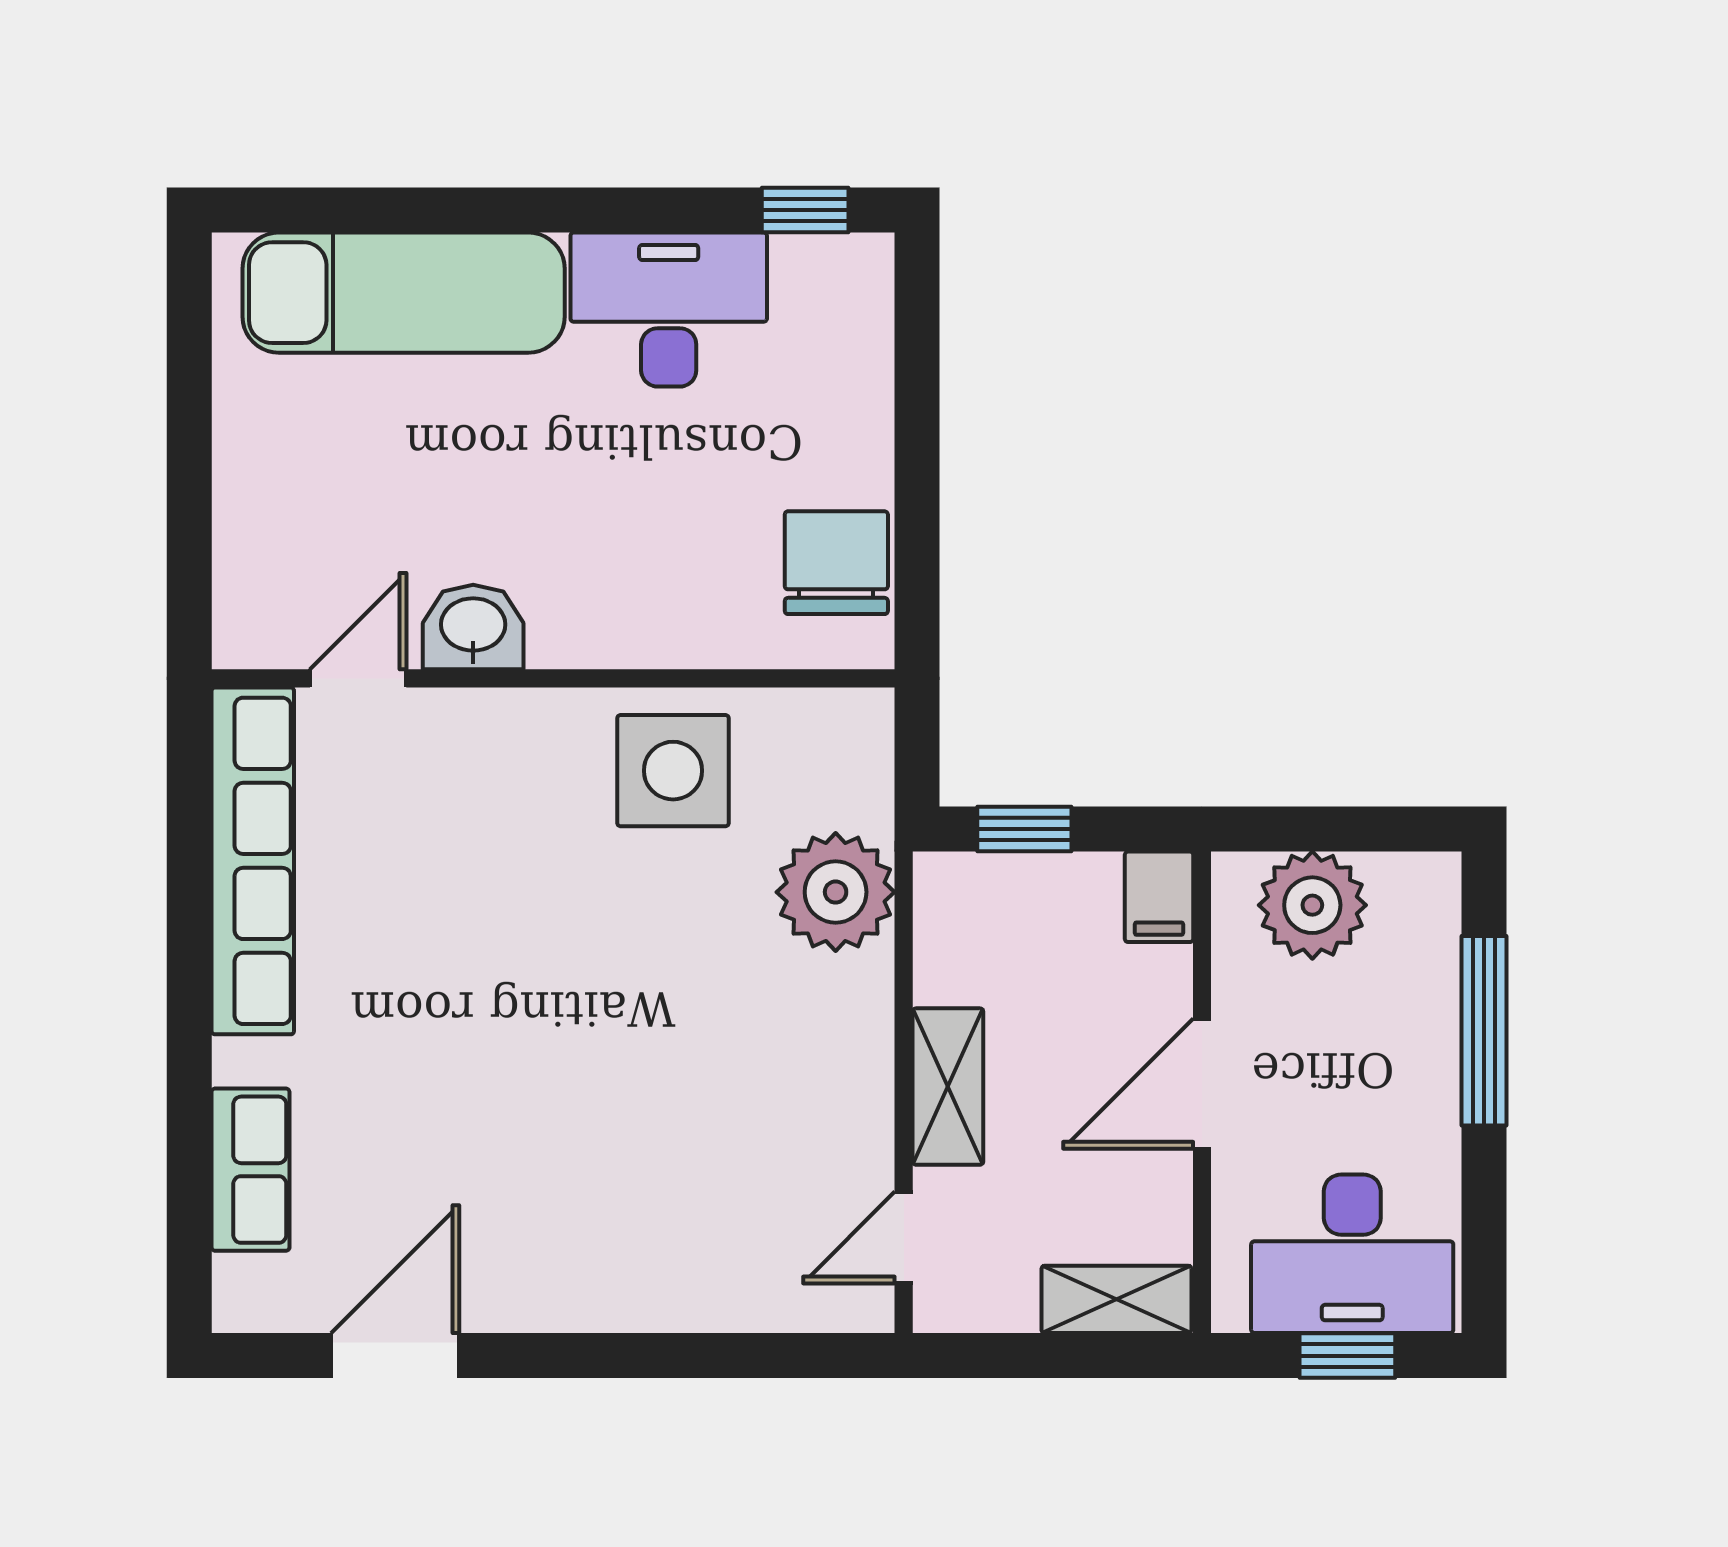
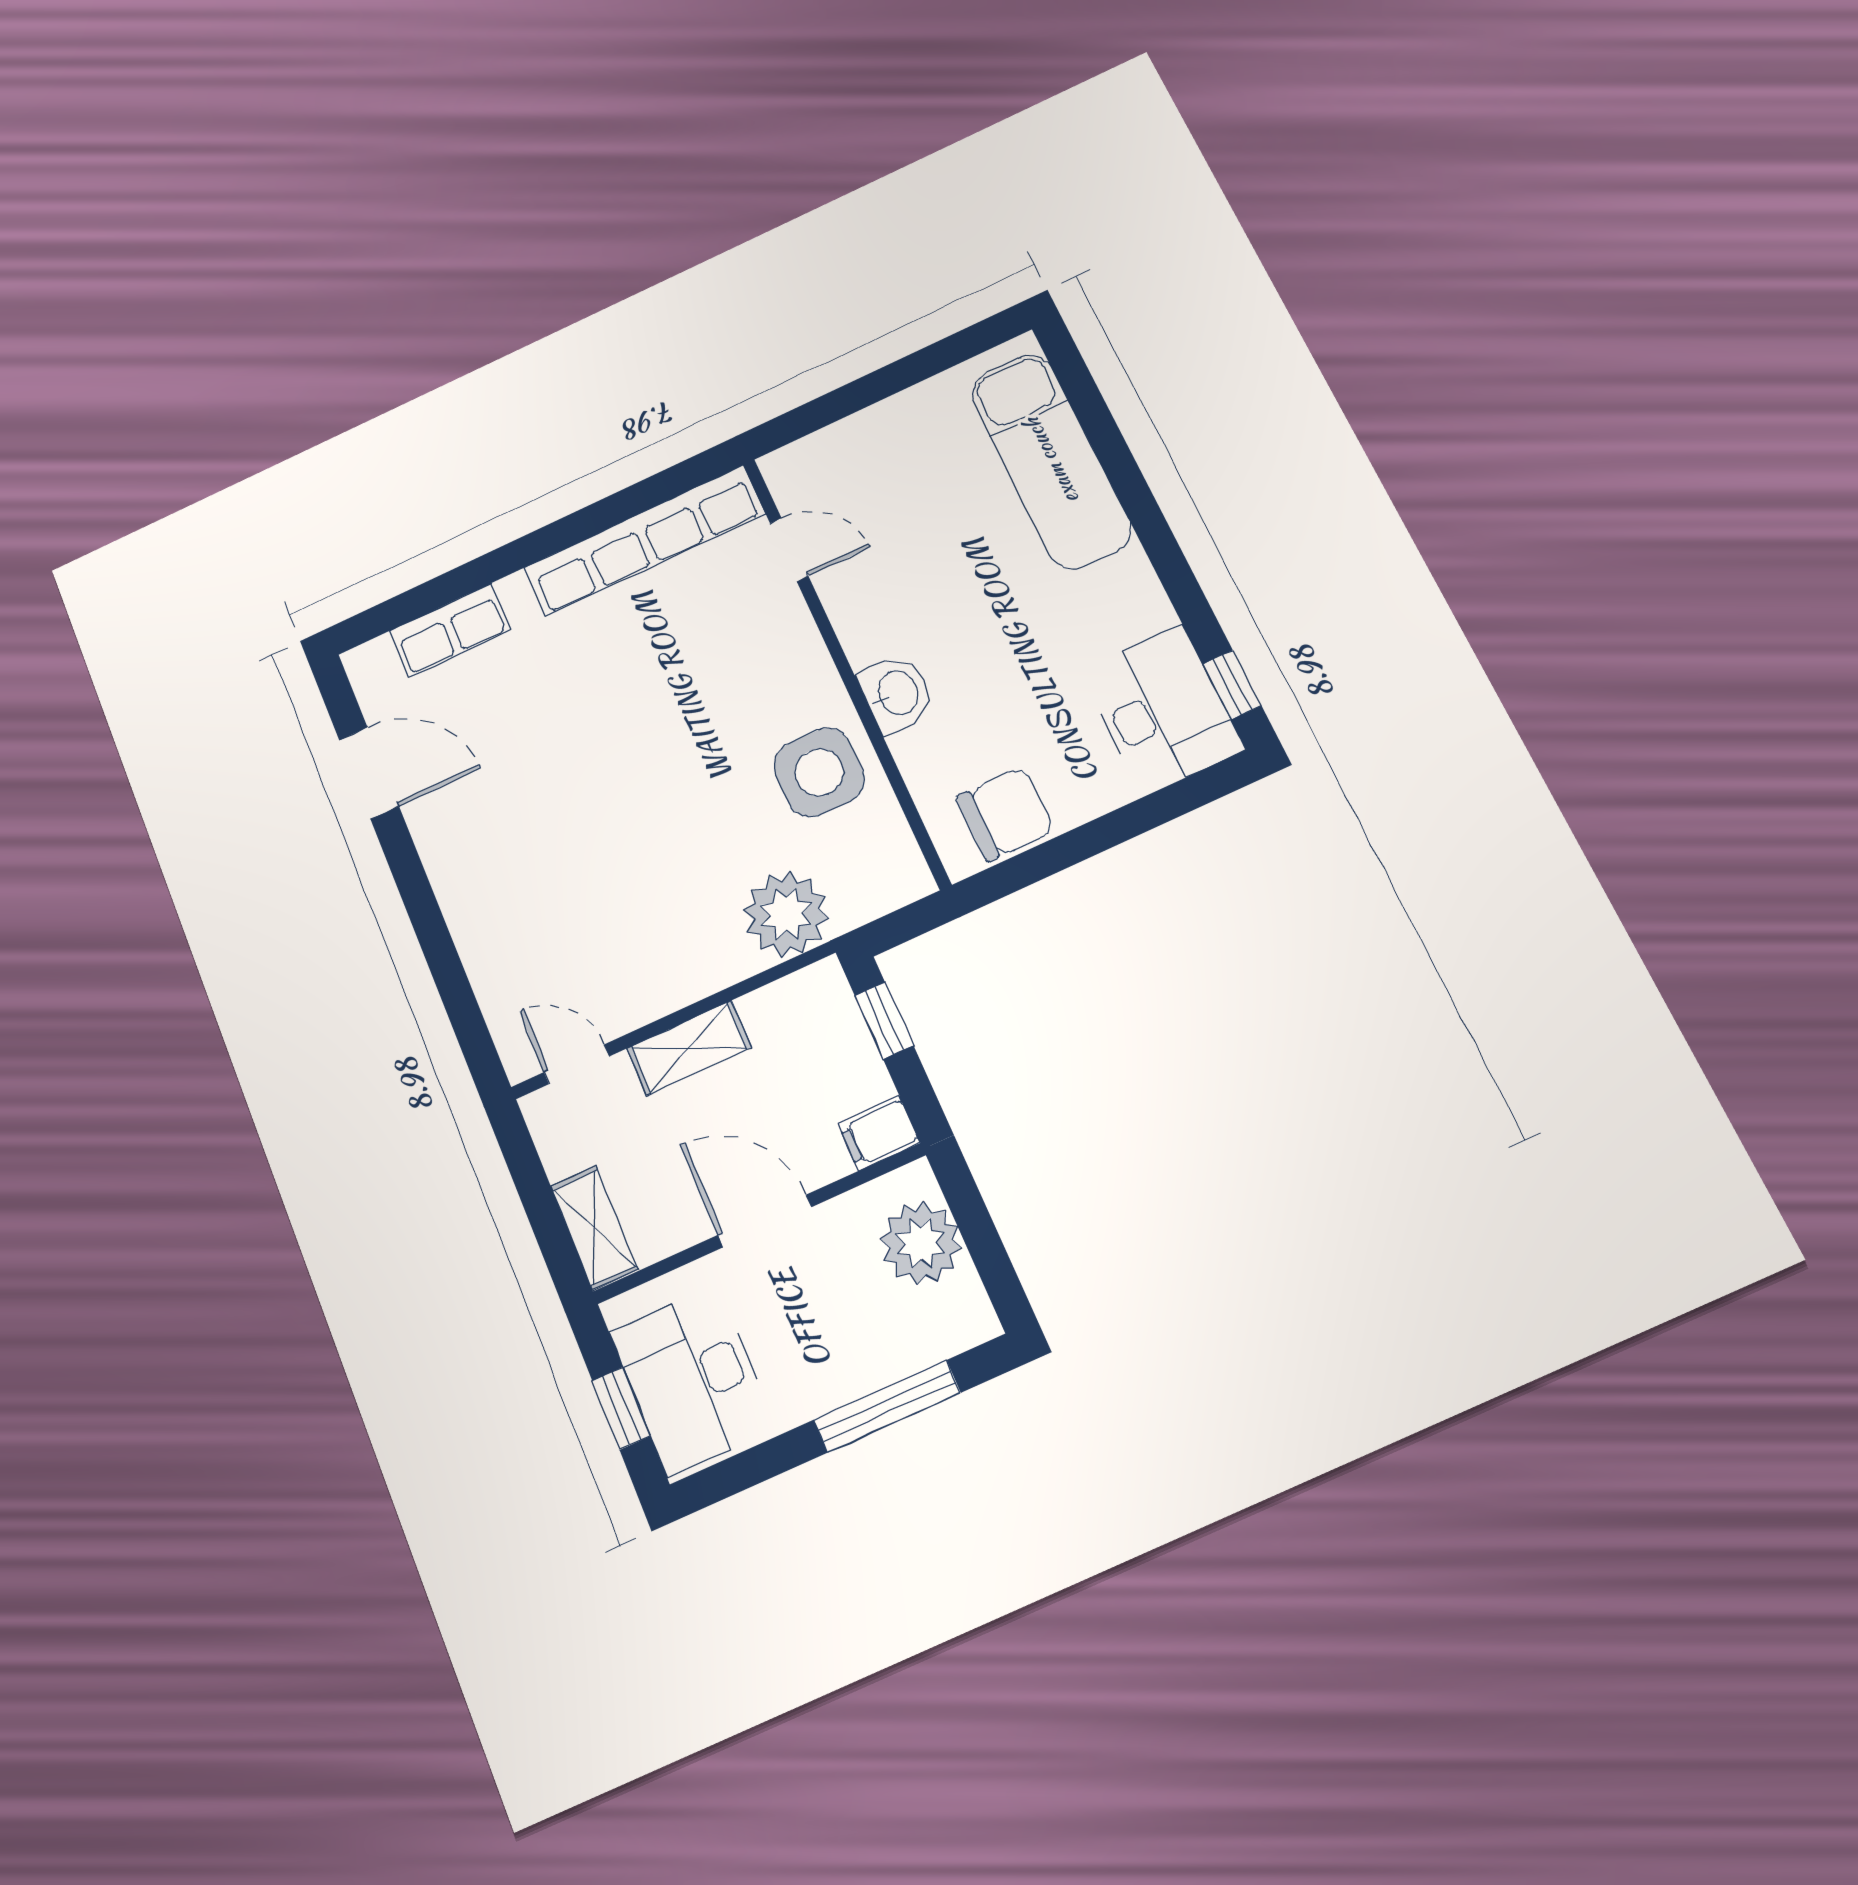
desk: (669, 310) -> (1162, 710), moved
washbasin: (473, 627) -> (897, 693), moved

